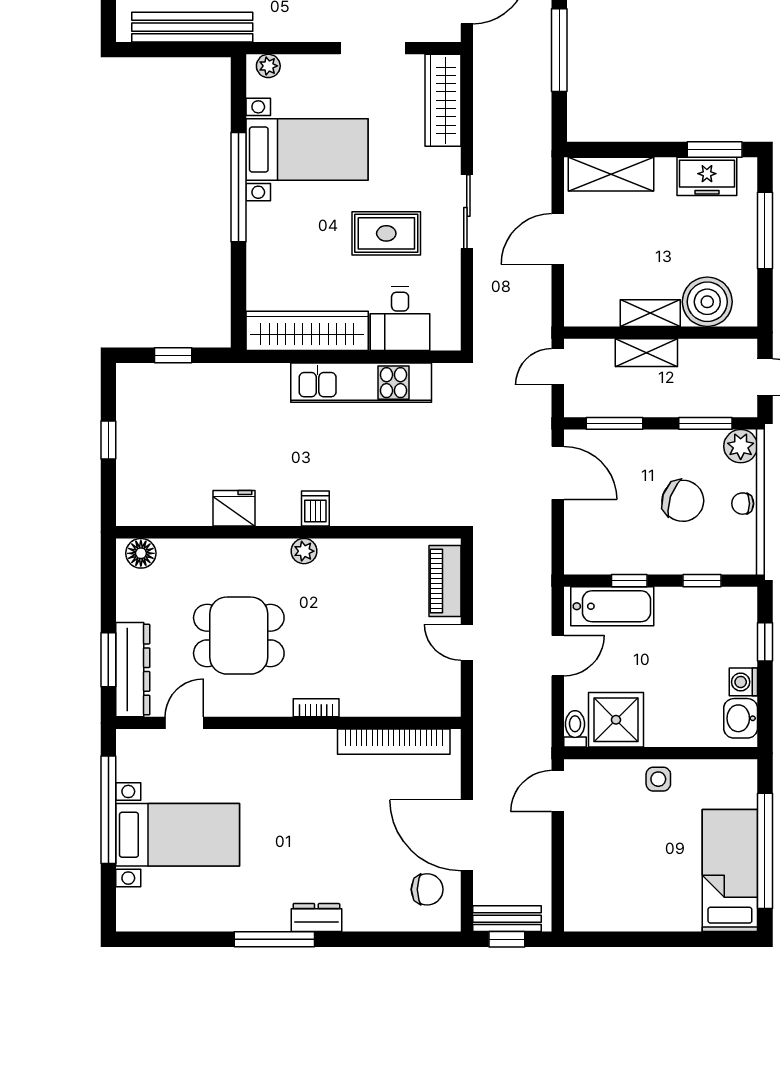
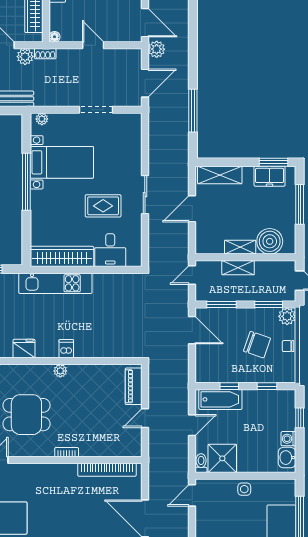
wardrobe: (443, 100) -> (133, 137), removed
kitchen unit: (361, 383) -> (55, 283), moved
door: (467, 642) -> (145, 418), hinge flipped

